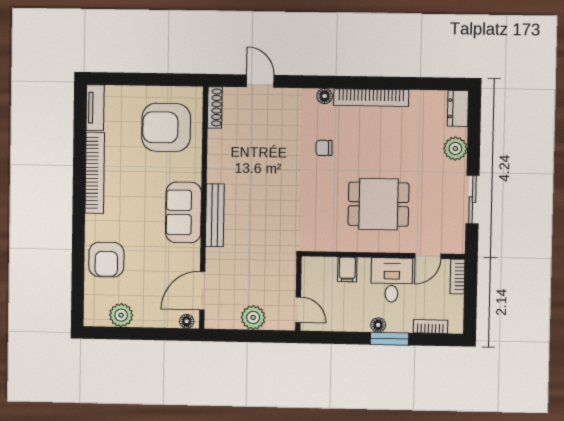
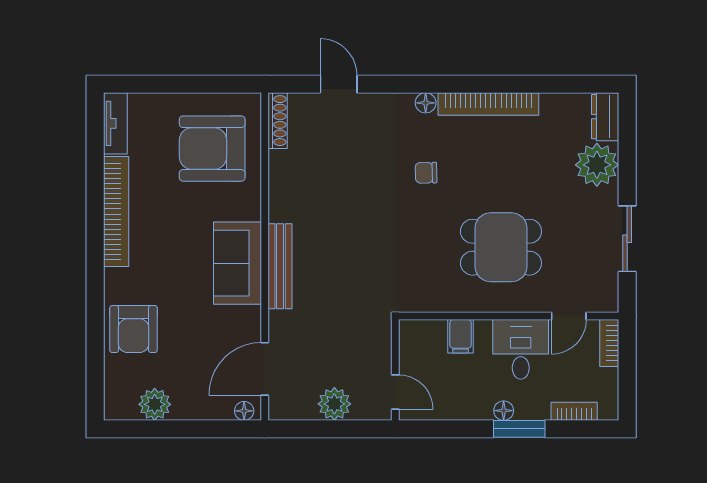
plant: (455, 149) -> (597, 165), width x1.36, depth x1.36

